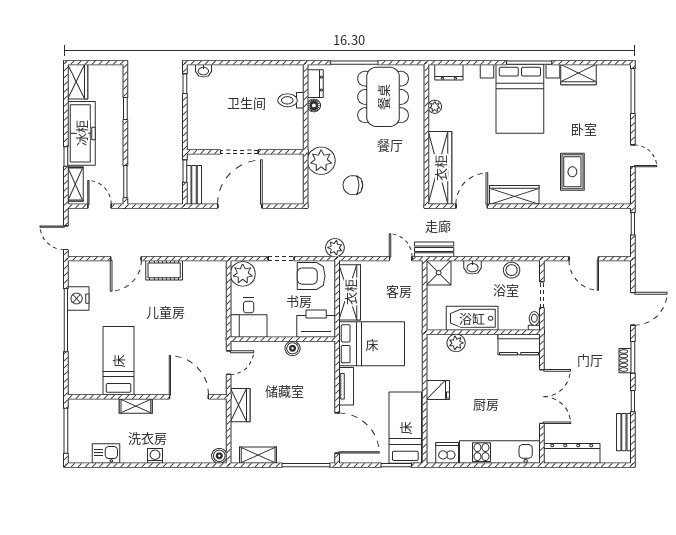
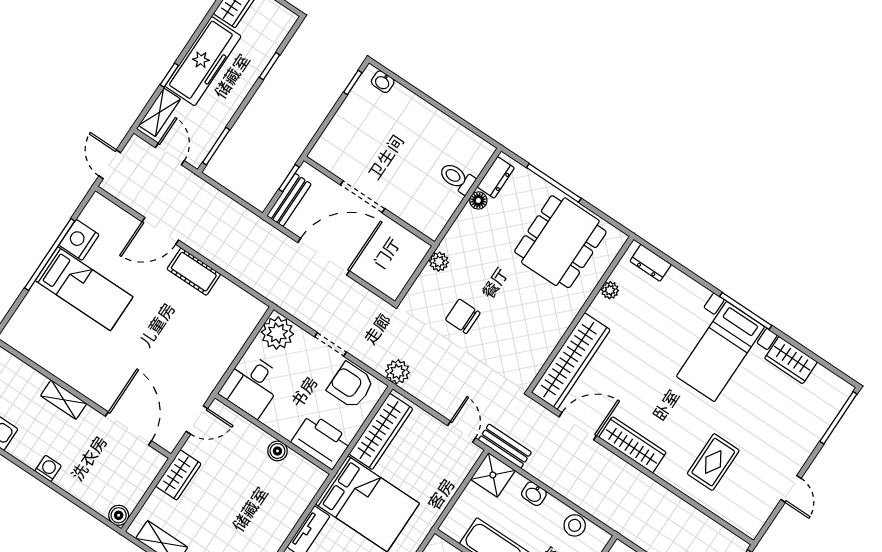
bed with nightstands: (520, 99) -> (720, 351), width x0.73
plant: (321, 161) -> (439, 262), width x0.53, depth x0.53
bed: (118, 361) -> (84, 289), moved, turned 90

